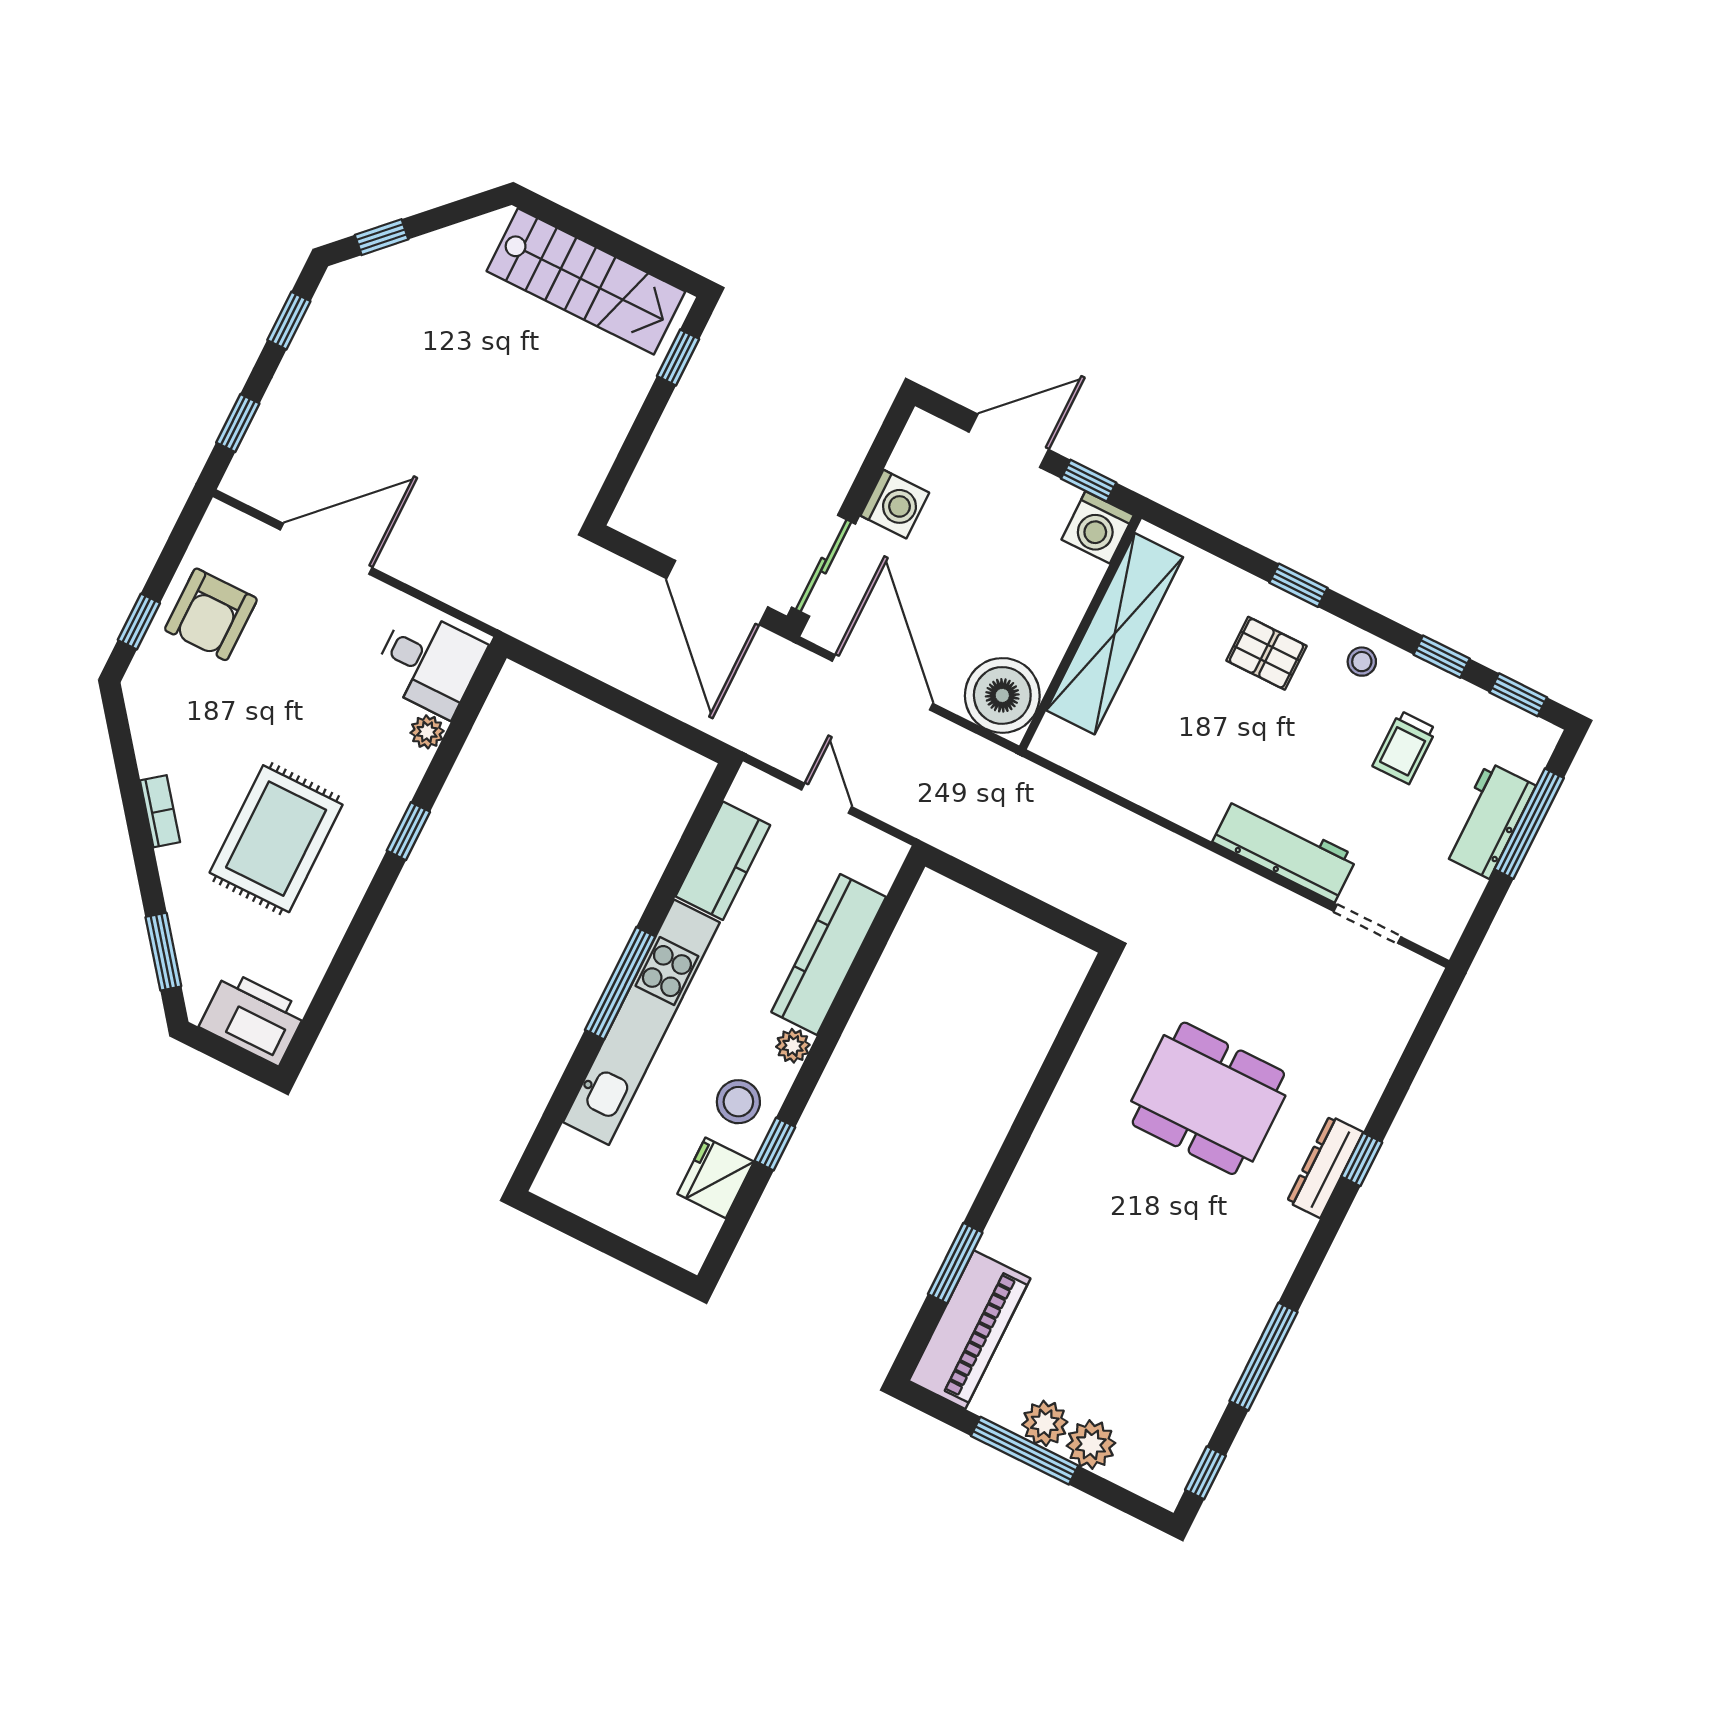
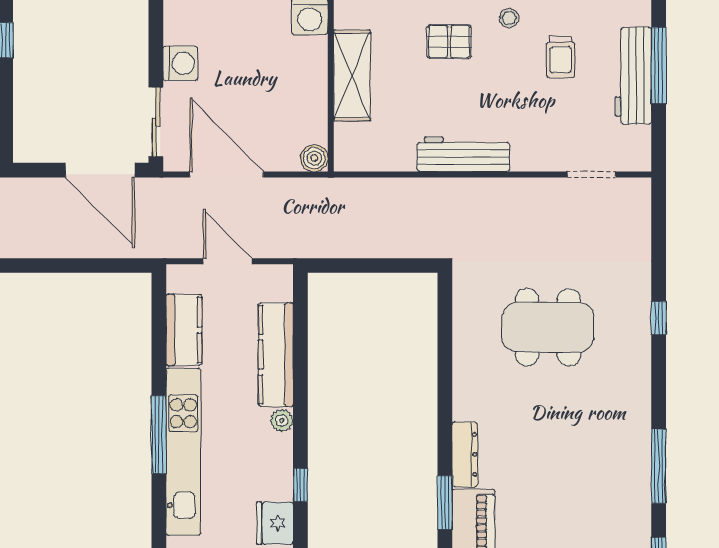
shelving: (1115, 634) -> (352, 75), width x0.68
boiler: (1002, 695) -> (314, 158), width x0.54, depth x0.54
door: (827, 798) -> (228, 261), width x1.38
workbench: (1489, 820) -> (633, 76), width x1.37
workbench: (1285, 849) -> (463, 154), moved
stool: (738, 1102) -> (266, 470), removed
dresser: (1325, 1167) -> (465, 454), moved, turned 180

